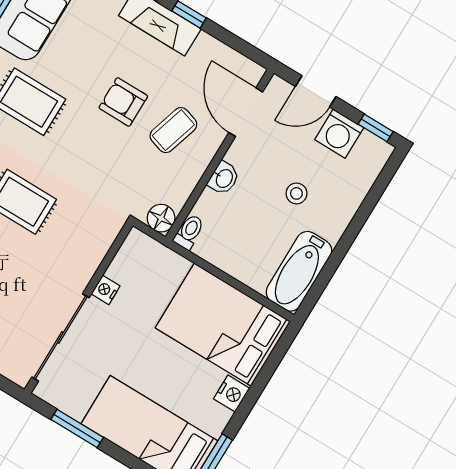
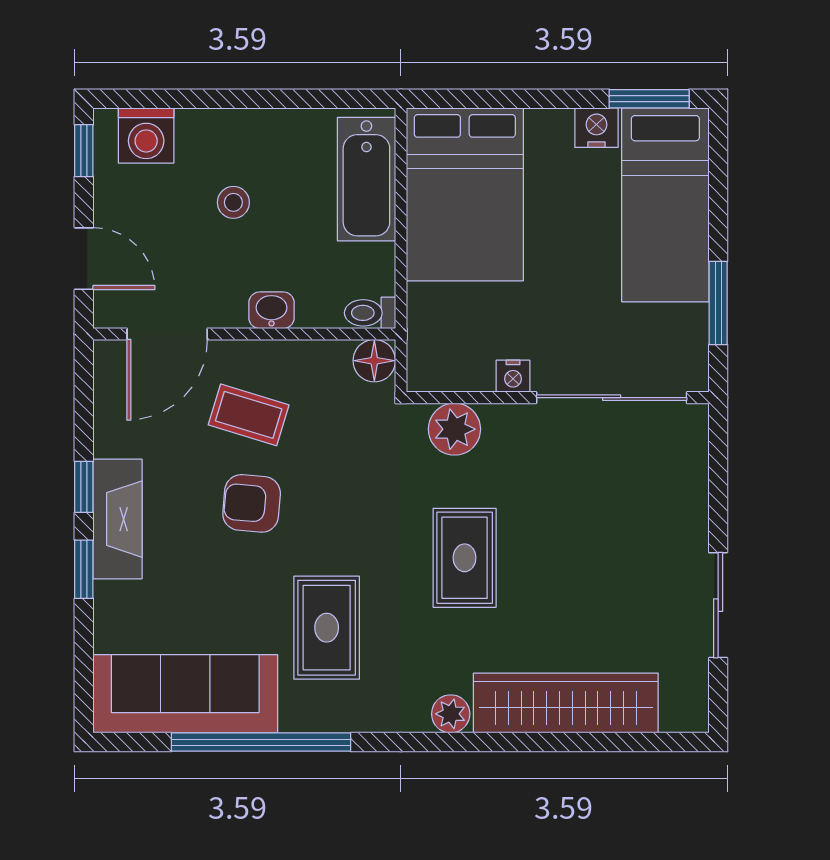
armchair: (123, 102) -> (252, 503), turned 95
washing machine: (339, 134) -> (146, 135), moved, turned 90
plant: (96, 240) -> (454, 429), added
bathtub: (299, 271) -> (366, 179), moved, turned 90
nightstand: (232, 394) -> (596, 128), moved

